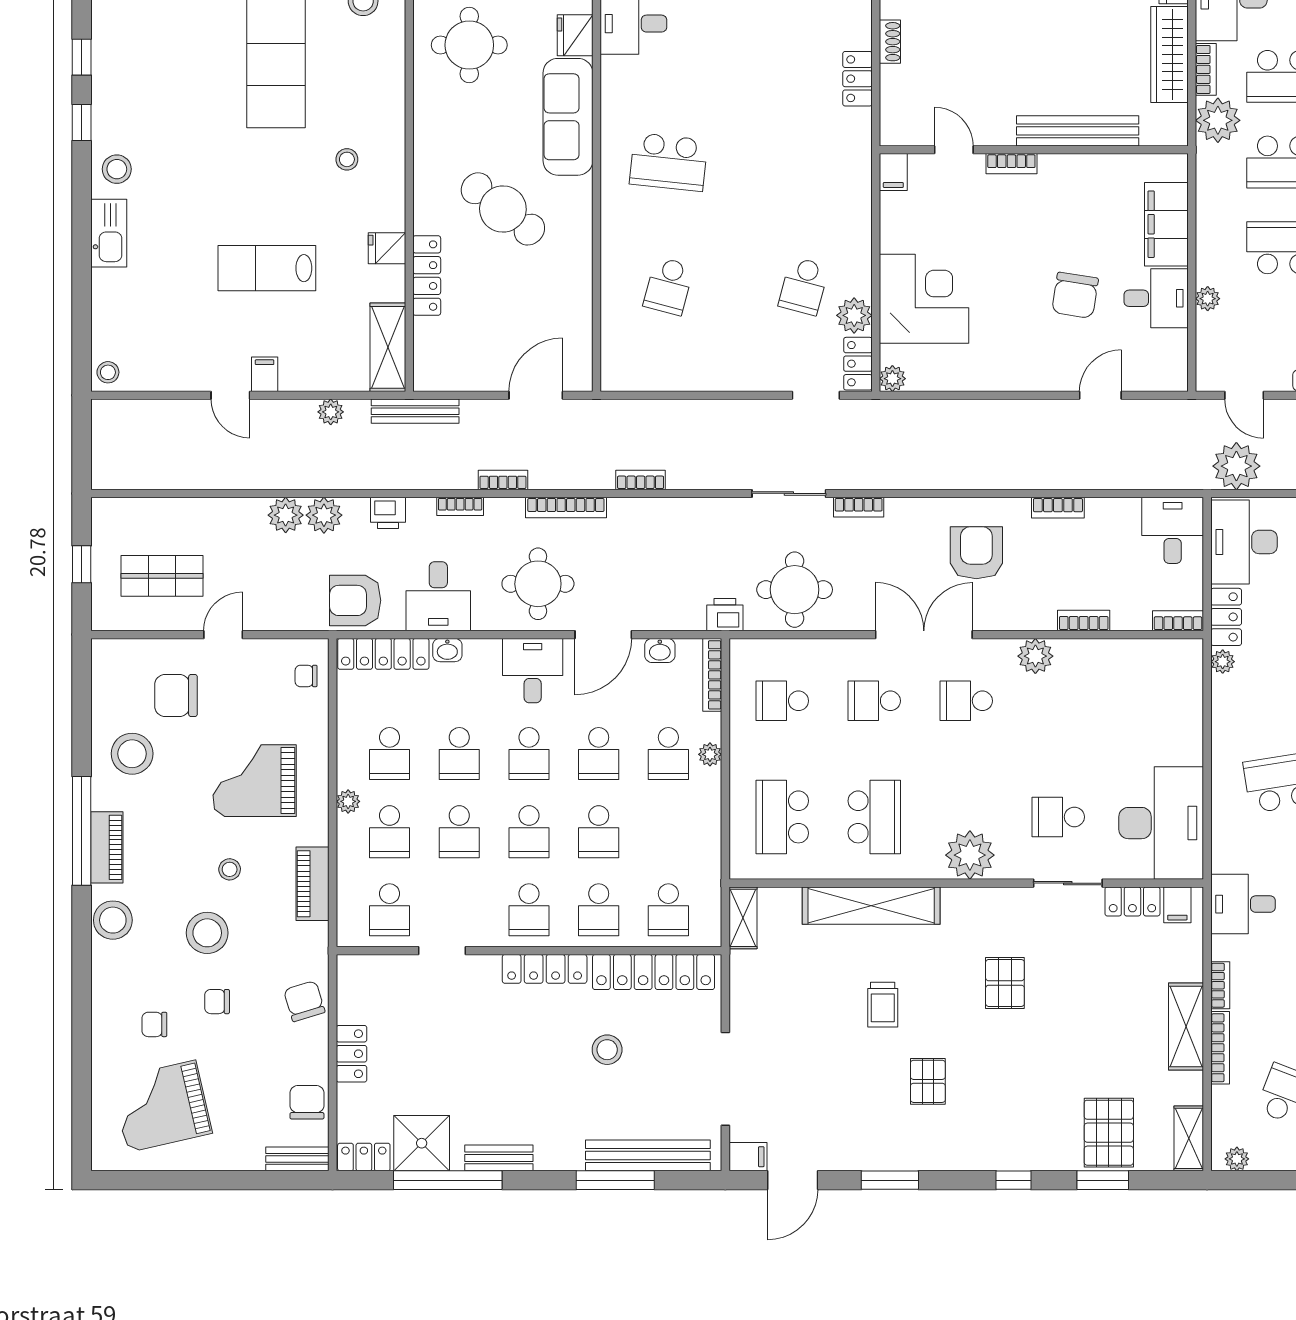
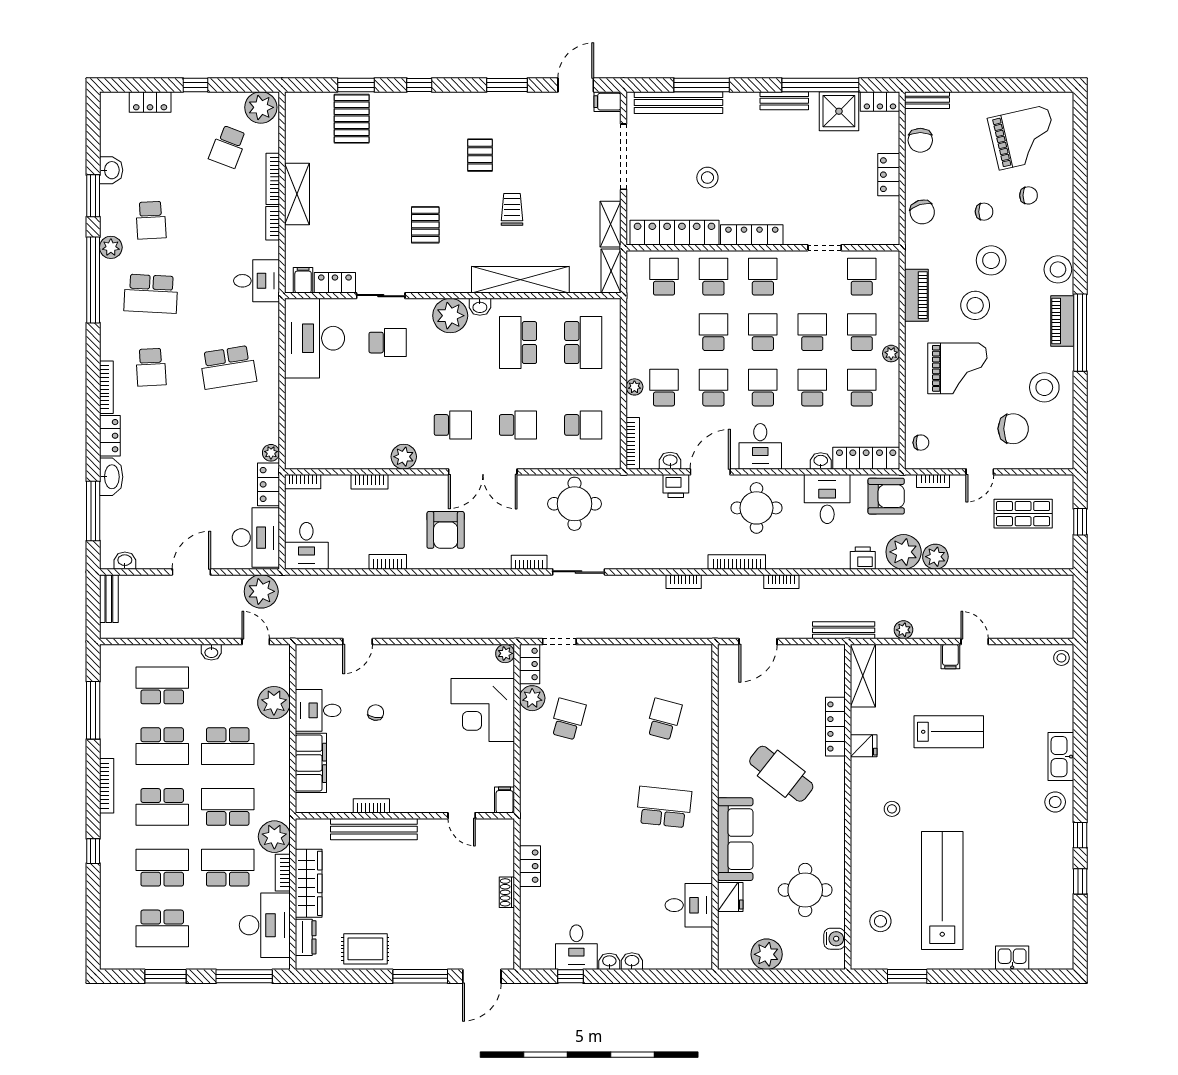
bookcase: (1011, 164) -> (371, 806), moved
chair: (1075, 295) -> (376, 713), width x0.54, depth x0.54
plant: (1208, 299) -> (274, 703), width x1.88, depth x1.88
bookcase: (460, 506) -> (933, 481), moved, turned 180
plant: (324, 515) -> (904, 552), width x1.36, depth x1.36
printer: (725, 615) -> (676, 486), moved
washbasin: (928, 867) -> (480, 307), added
stool: (230, 869) -> (975, 305), width x1.89, depth x1.89
shelving: (1189, 1138) -> (611, 224), moved
plant: (1237, 1159) -> (261, 107), width x1.87, depth x1.87

